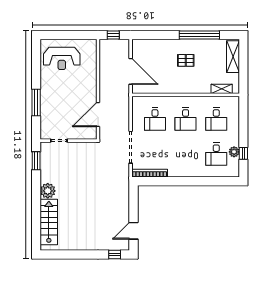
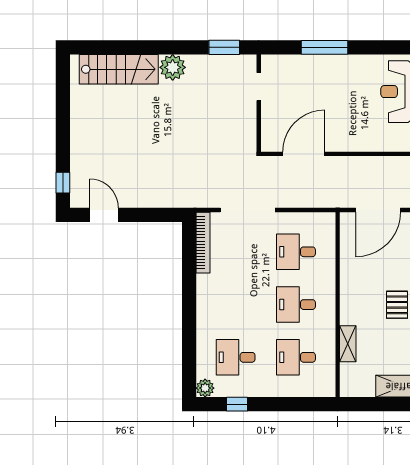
shelving: (222, 89) -> (348, 344), moved
door: (98, 115) -> (304, 154), hinge flipped
plant: (234, 152) -> (205, 388), moved

